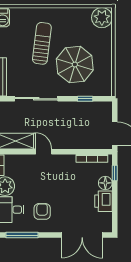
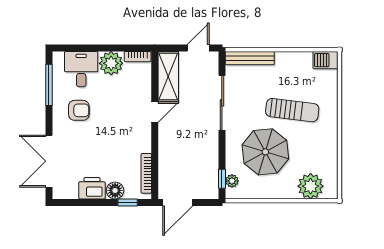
plant: (102, 18) -> (311, 186), moved
plant: (98, 91) -> (232, 181), added
window: (85, 99) -> (222, 179), moved

